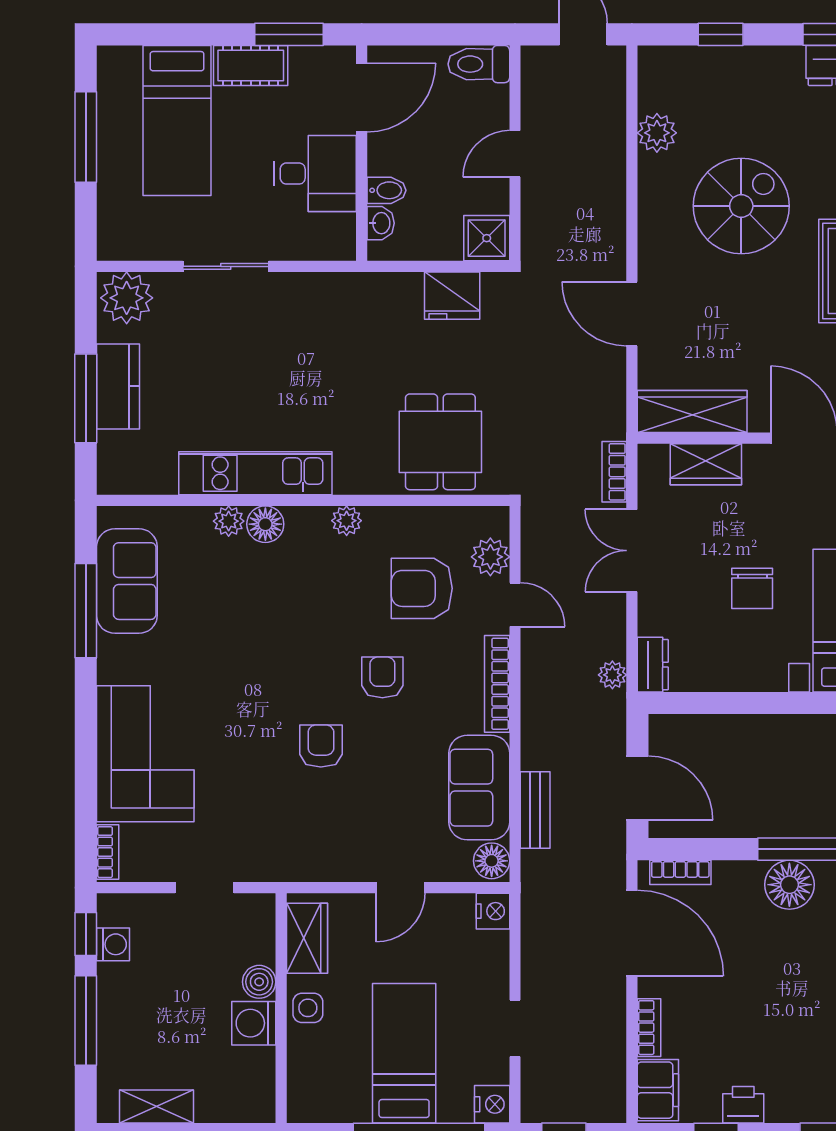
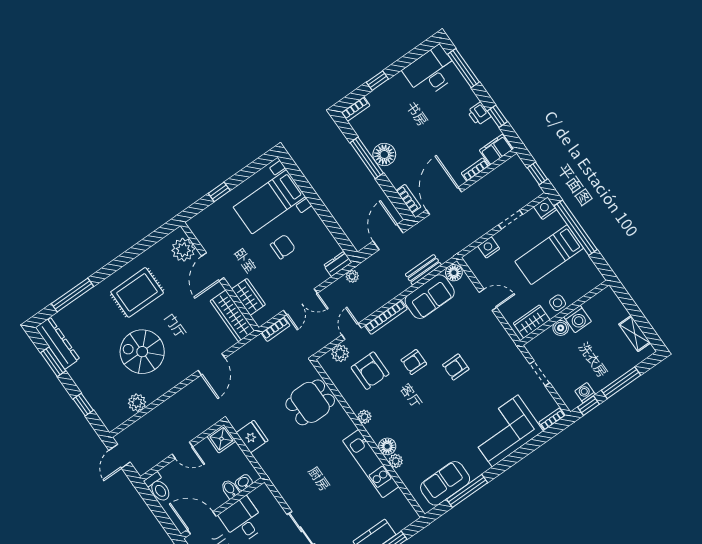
nightstand: (493, 911) -> (489, 247), moved

